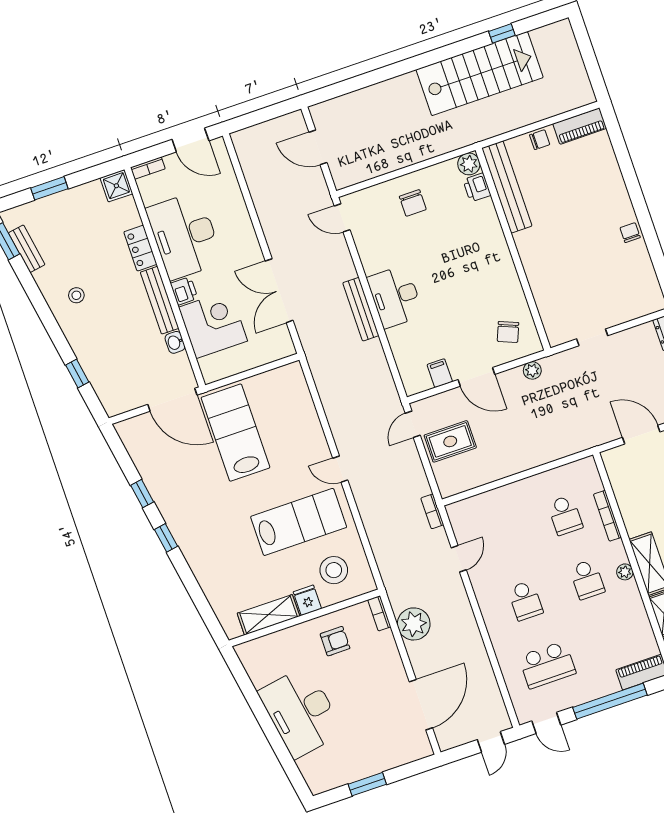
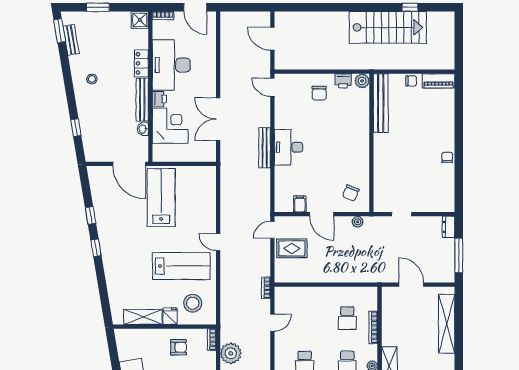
printer: (477, 187) -> (343, 81), moved, turned -90

